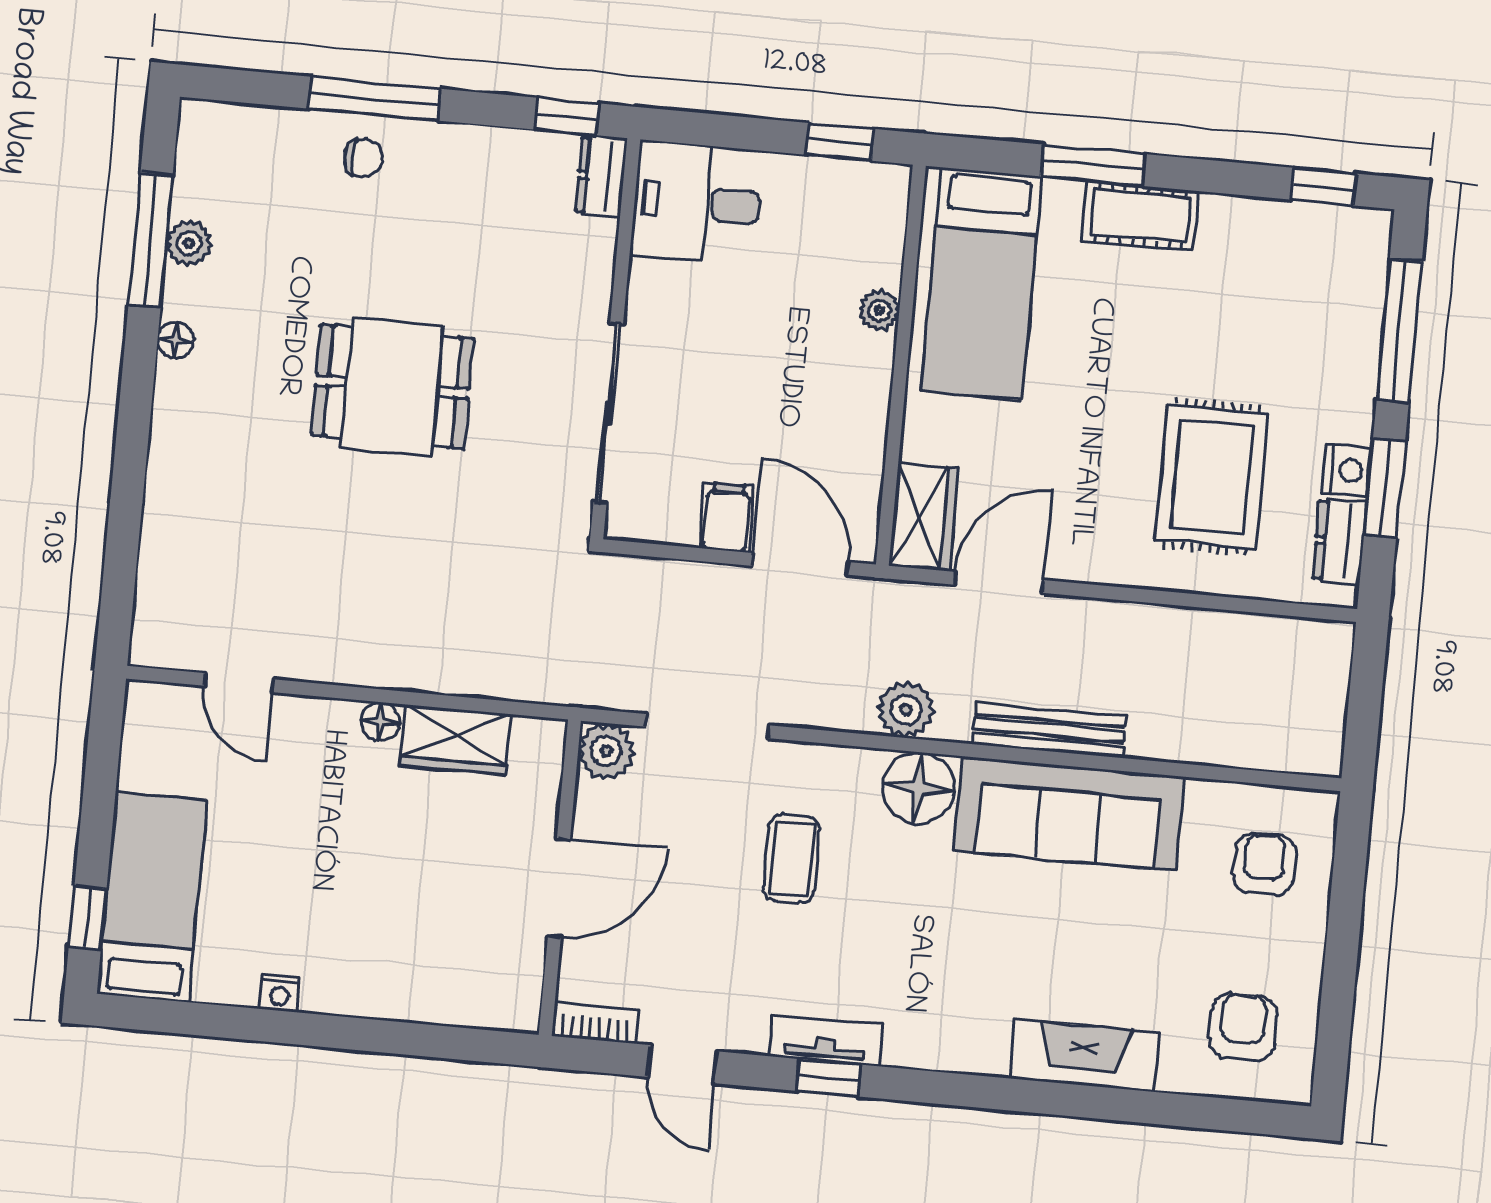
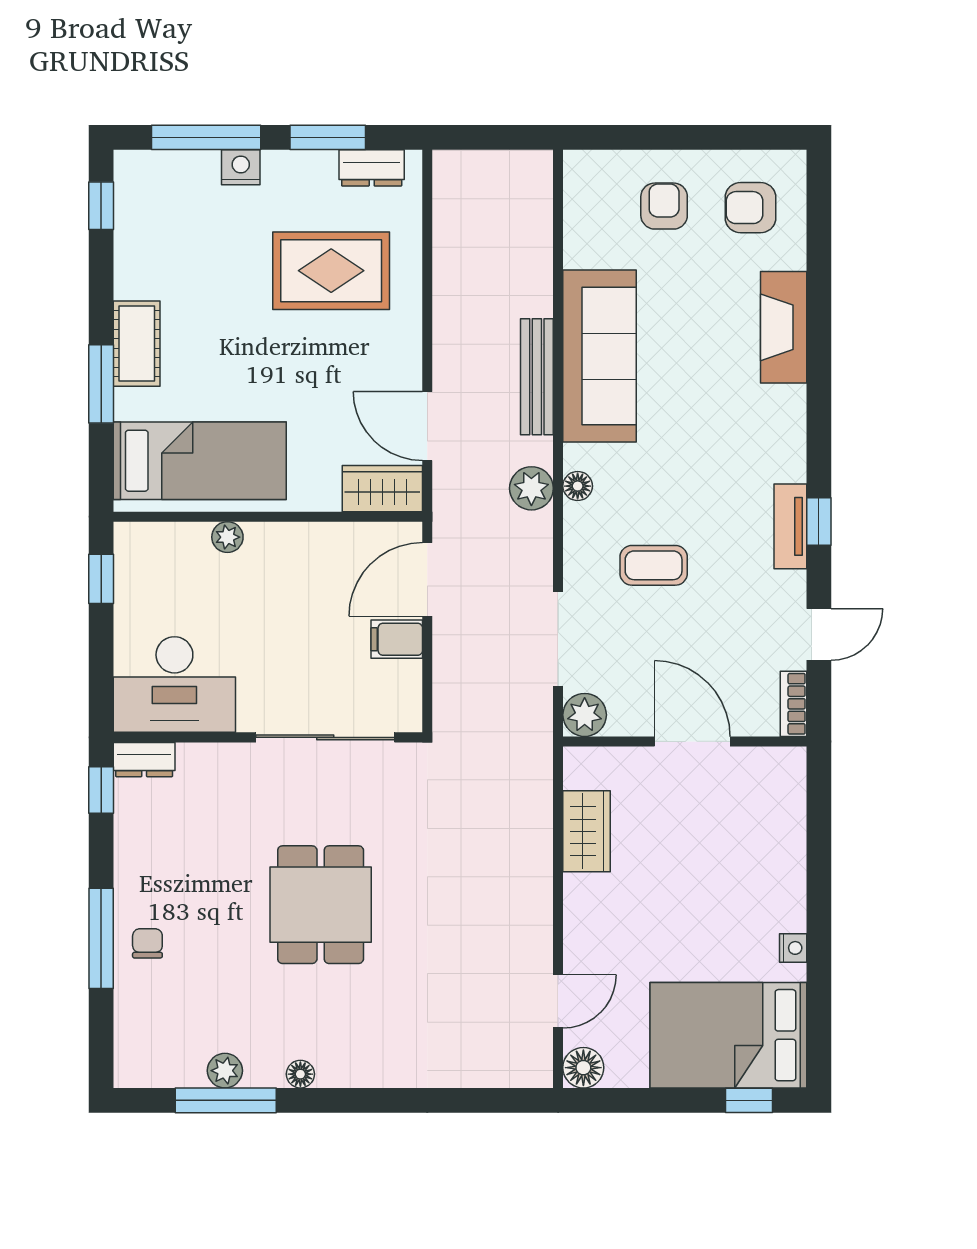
desk: (697, 203) -> (174, 685), width x1.37
nightstand: (1347, 470) -> (241, 167), moved
floor lamp: (380, 721) -> (583, 1068), moved, width x1.37, depth x1.37
floor lamp: (919, 788) -> (578, 486), width x0.53, depth x0.53
armchair: (1264, 864) -> (664, 206), moved, turned 90
bed: (152, 897) -> (728, 1035), width x1.50

